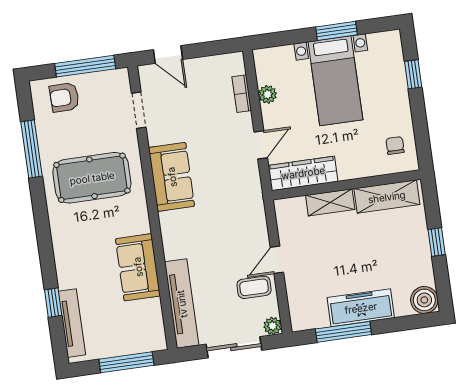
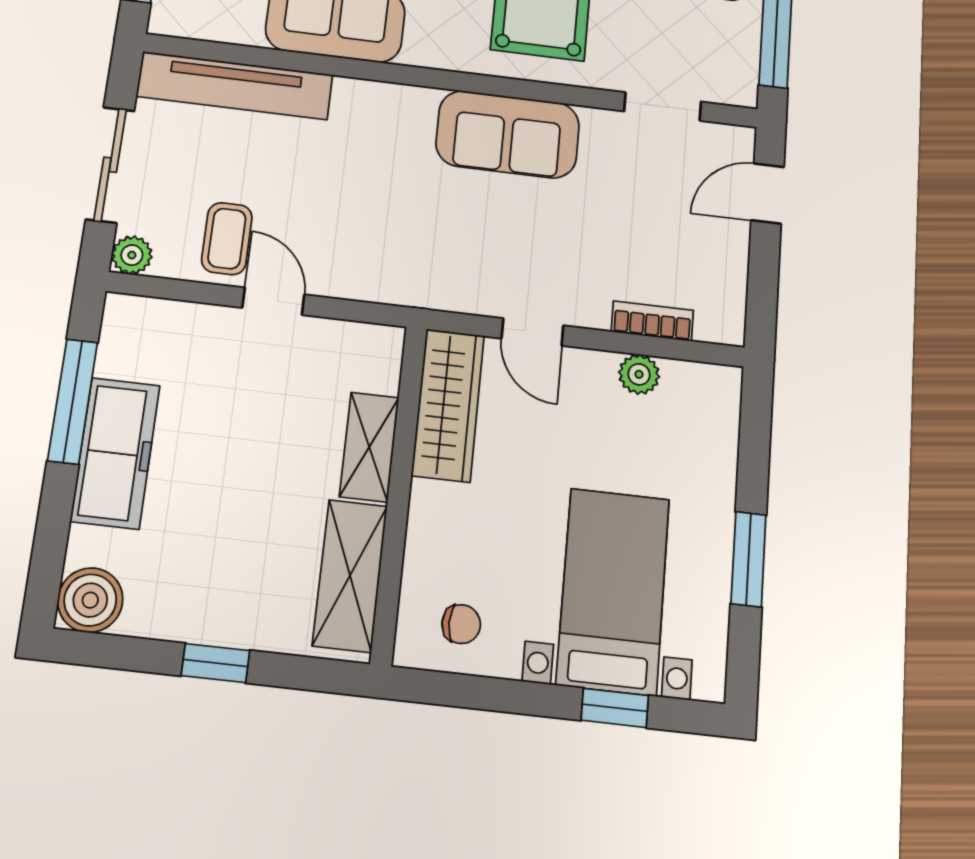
bed with nightstands: (335, 81) -> (613, 591), moved, turned 90

